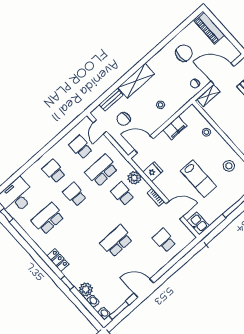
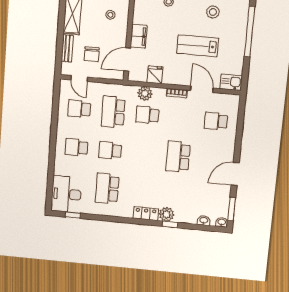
filing cabinet: (175, 128) -> (139, 36), moved
lab bench: (199, 179) -> (198, 46), turned 180
door: (175, 210) -> (202, 89), hinge flipped
plant: (86, 289) -> (167, 214), moved

